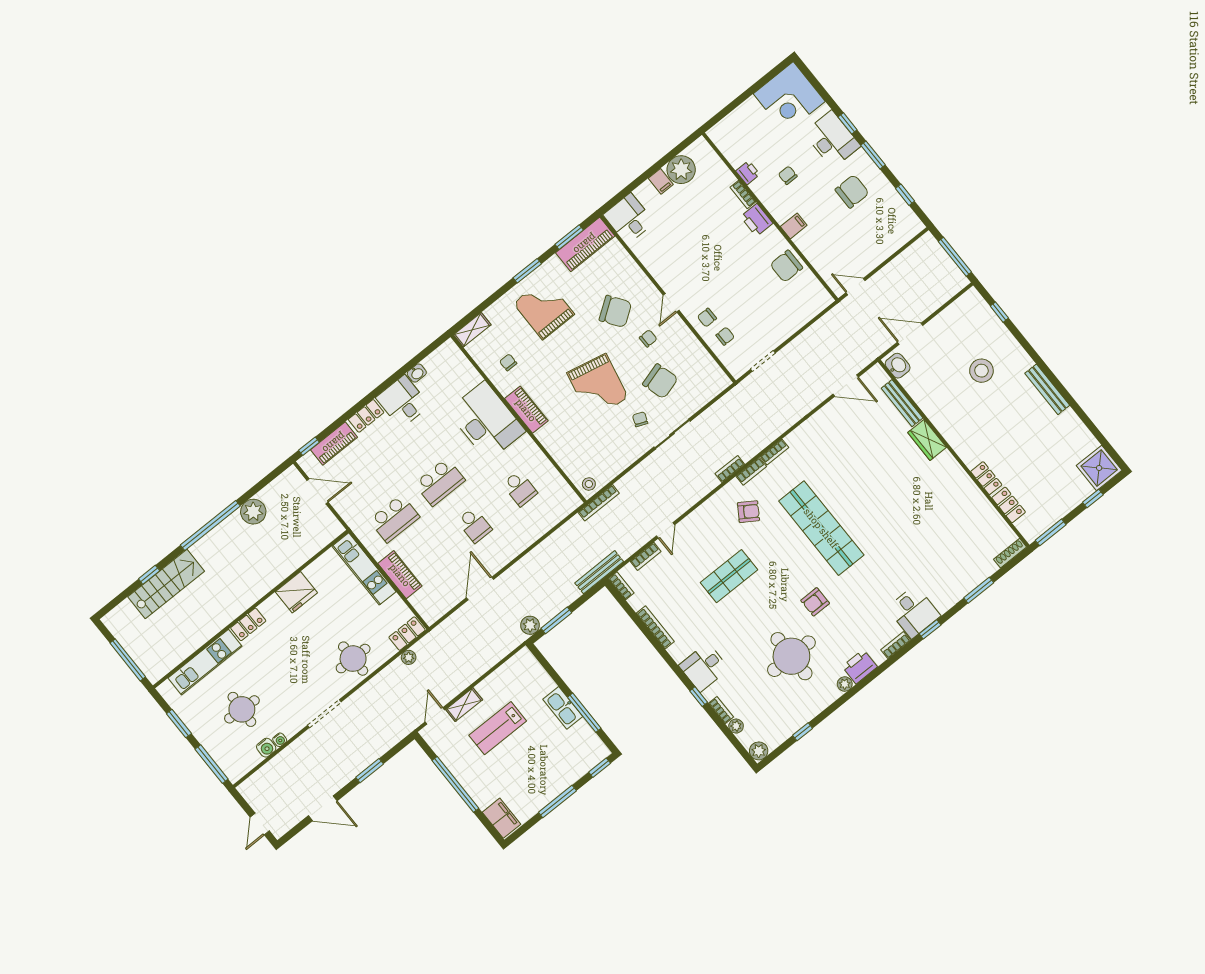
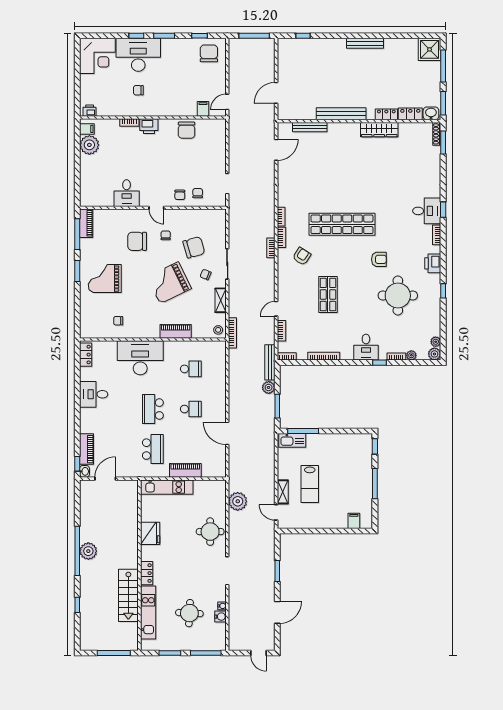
desk: (832, 139) -> (138, 55), width x1.36, depth x1.30
printer: (748, 173) -> (90, 111), moved
filing cabinet: (661, 181) -> (87, 129), moved
chair: (852, 191) -> (209, 53), moved
desk: (629, 219) -> (127, 193), moved, turned -90
filing cabinet: (794, 226) -> (203, 109), moved
window: (569, 237) -> (77, 234), width x1.44
piano: (585, 244) -> (86, 223), width x0.73, depth x0.75
chair: (615, 311) -> (137, 241), turned -145
shelving: (472, 330) -> (221, 300), moved
washbasin: (898, 366) -> (431, 113), moved
stool: (981, 371) -> (327, 71), removed
washbasin: (417, 373) -> (84, 471), moved
grand piano: (598, 386) -> (169, 283), turned 142
piano: (526, 410) -> (176, 331), moved
locker: (366, 416) -> (86, 355), moved
bench: (946, 427) -> (341, 114), added
wardrobe: (927, 440) -> (379, 130), moved, width x1.50
school desk: (440, 482) -> (153, 409), turned 180
window: (1093, 498) -> (443, 66), width x2.17
plant: (253, 512) -> (88, 551), moved
door: (666, 530) -> (276, 309), swing flipped
stairs: (166, 584) -> (128, 595), moved, turned 180
window: (979, 590) -> (443, 142), moved
armchair: (815, 602) -> (379, 259), turned -90
plant: (530, 625) -> (269, 387), moved
locker: (407, 634) -> (220, 492), removed
plant: (409, 657) -> (238, 501), width x1.88, depth x1.88
plant: (845, 684) -> (436, 342), moved
kitchen sink: (563, 708) -> (292, 440), moved
window: (584, 713) -> (303, 431), moved
window: (803, 732) -> (443, 291), moved
window: (455, 784) -> (322, 531), removed
filing cabinet: (501, 818) -> (354, 521), width x0.50

